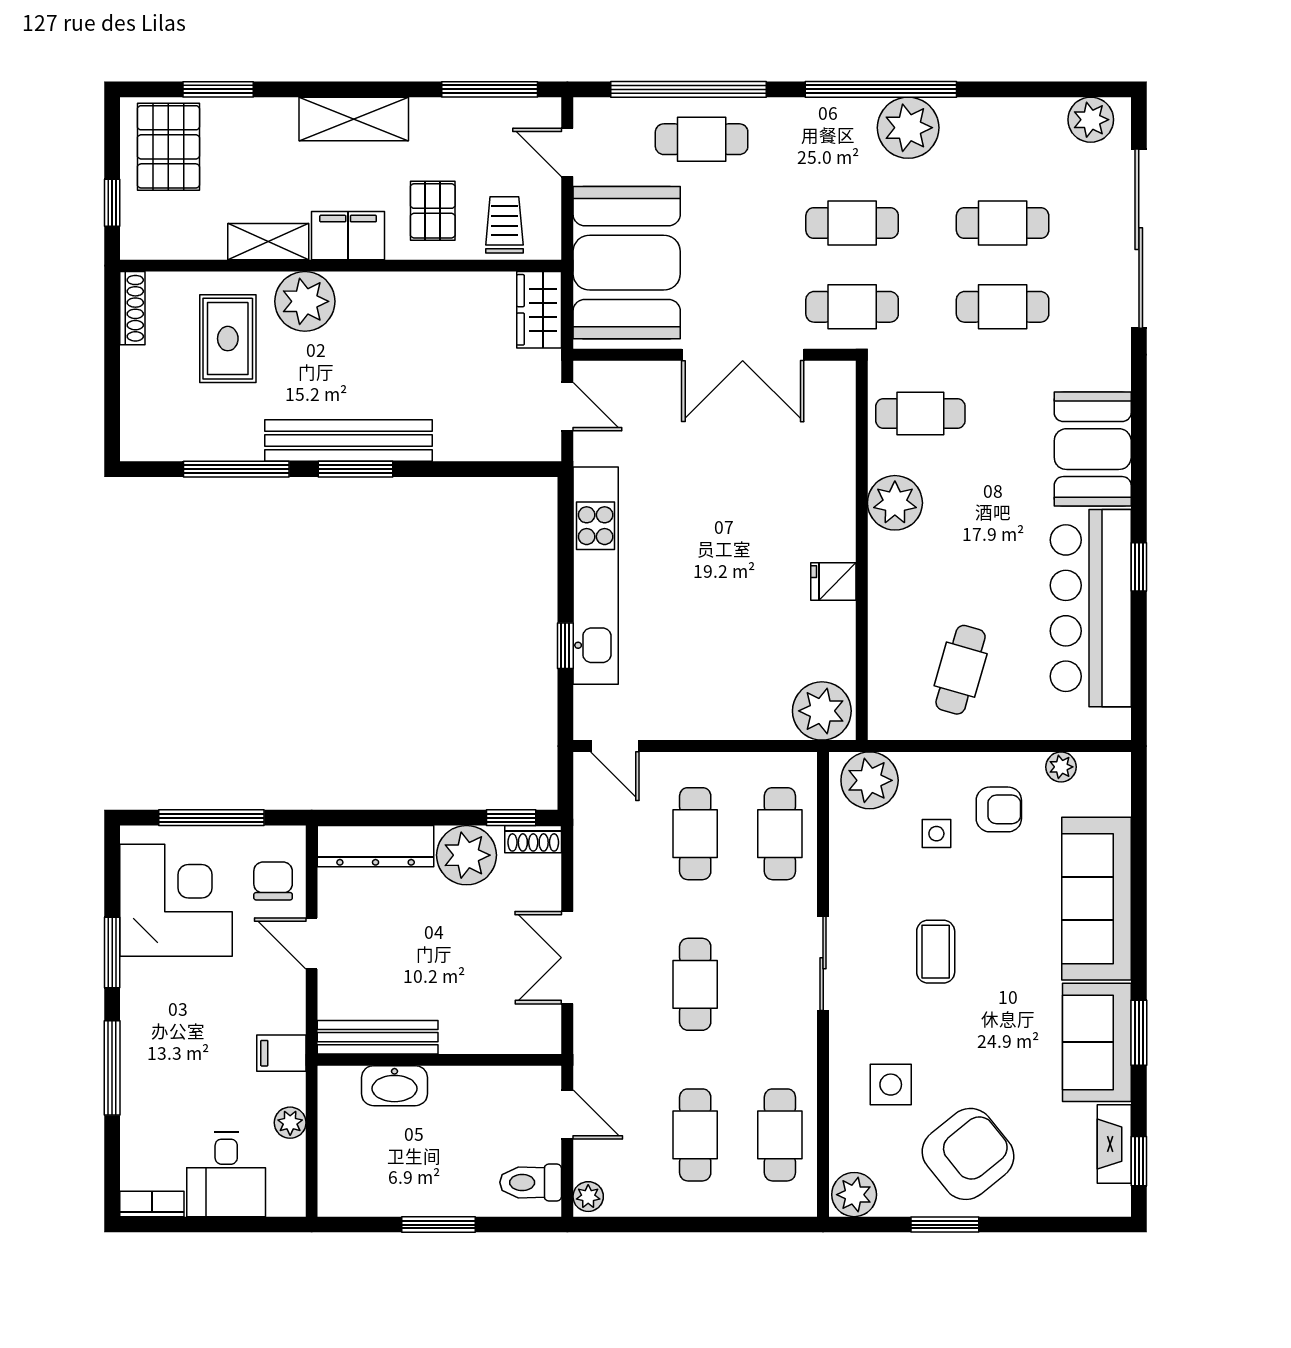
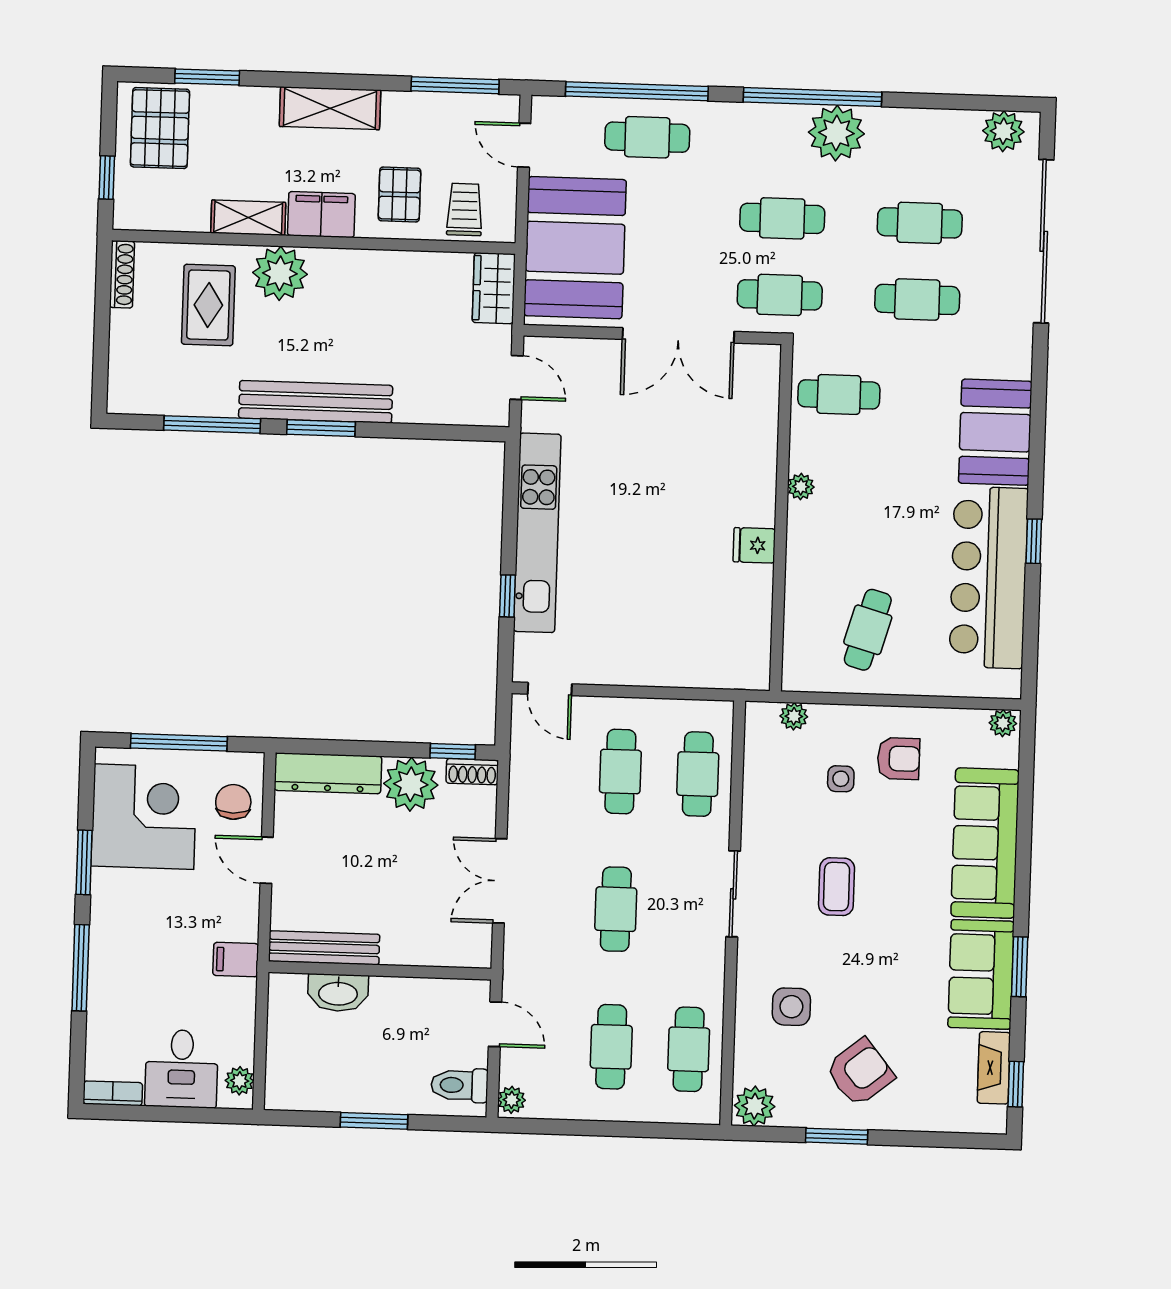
plant: (895, 503) -> (801, 487), width x0.53, depth x0.53
plant: (822, 711) -> (740, 663), removed
plant: (1061, 767) -> (1003, 723), moved
plant: (870, 780) -> (794, 716), width x0.53, depth x0.53
plant: (290, 1123) -> (240, 1081), moved
armchair: (968, 1154) -> (860, 1072), width x0.73, depth x0.73

